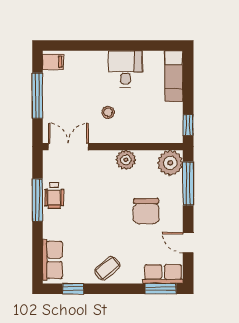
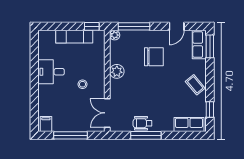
exam couch: (174, 76) -> (74, 37), moved
plant: (170, 163) -> (115, 35), width x0.53, depth x0.53
wheelchair: (54, 196) -> (143, 123), turned 180

